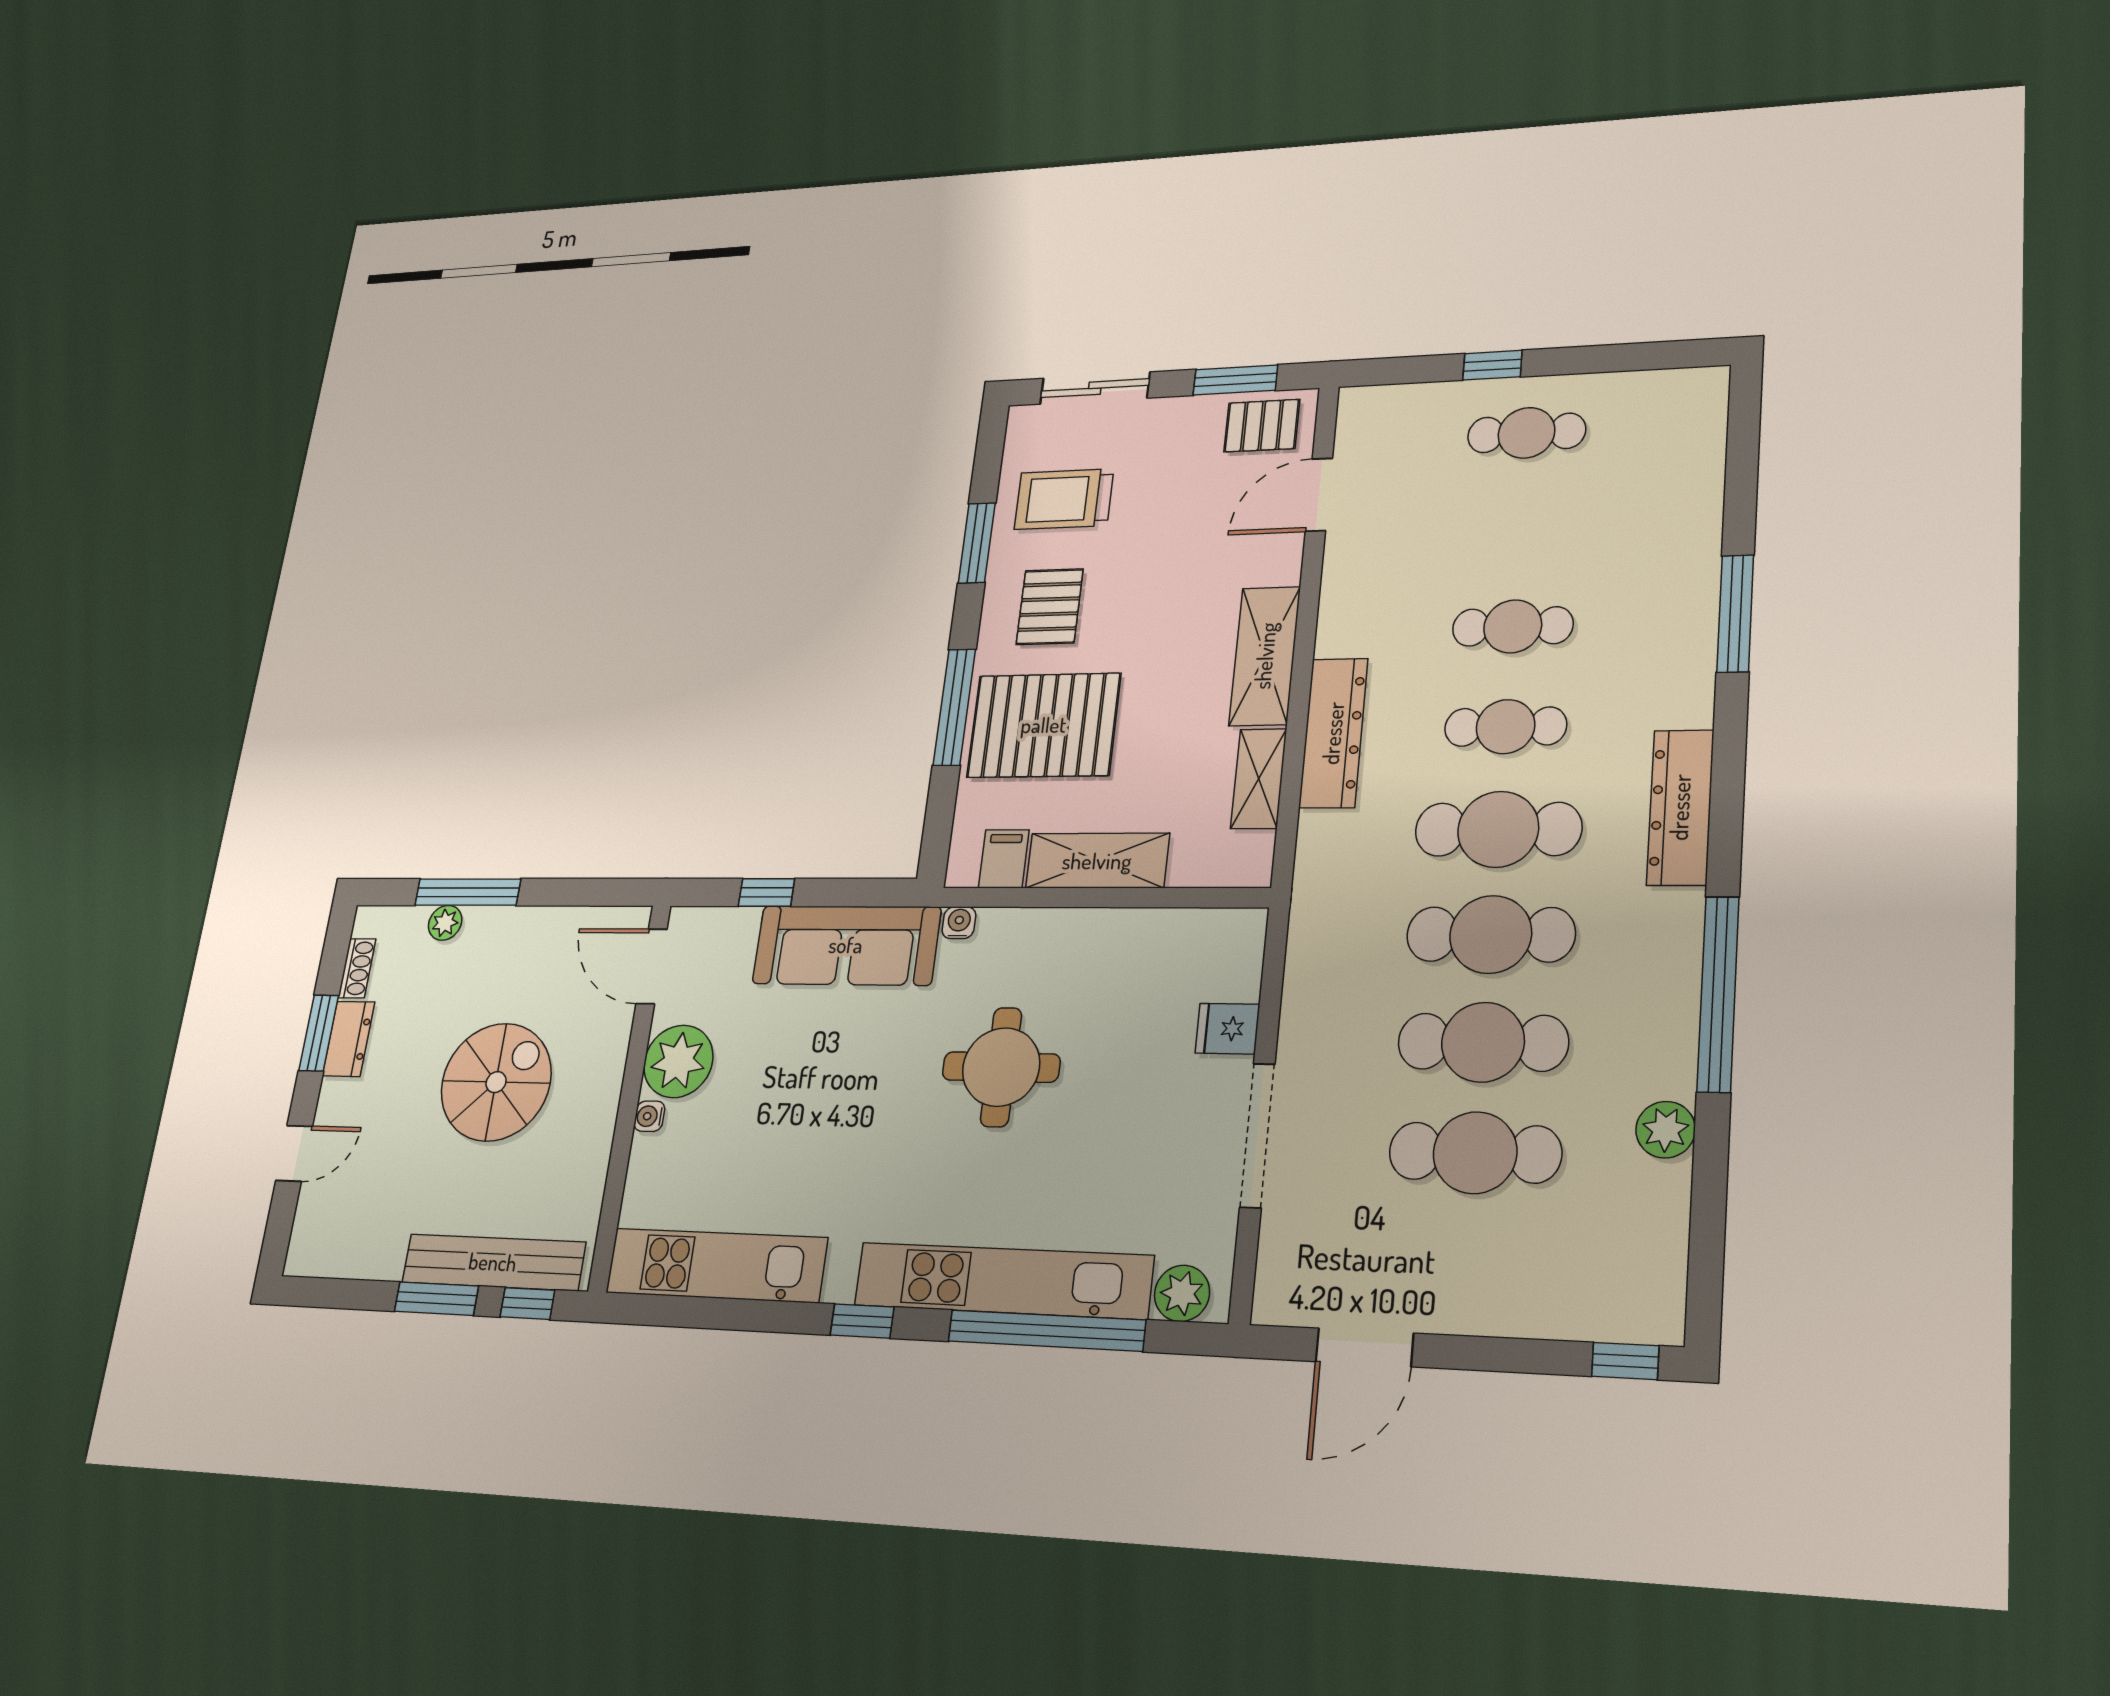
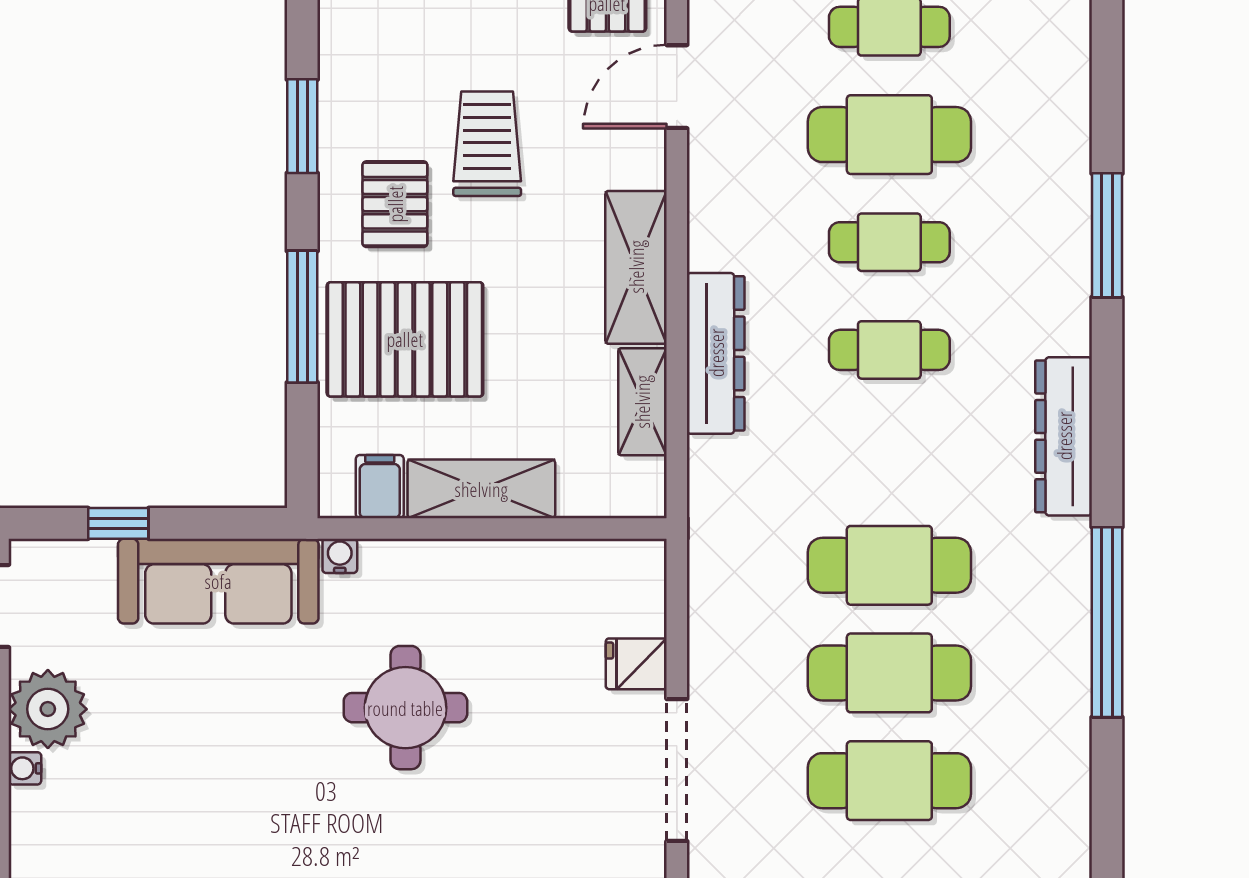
trolley: (1064, 499) -> (487, 144), moved, turned 90
cafe table: (1498, 829) -> (889, 135), moved
plant: (1666, 1130) -> (1065, 754), removed

